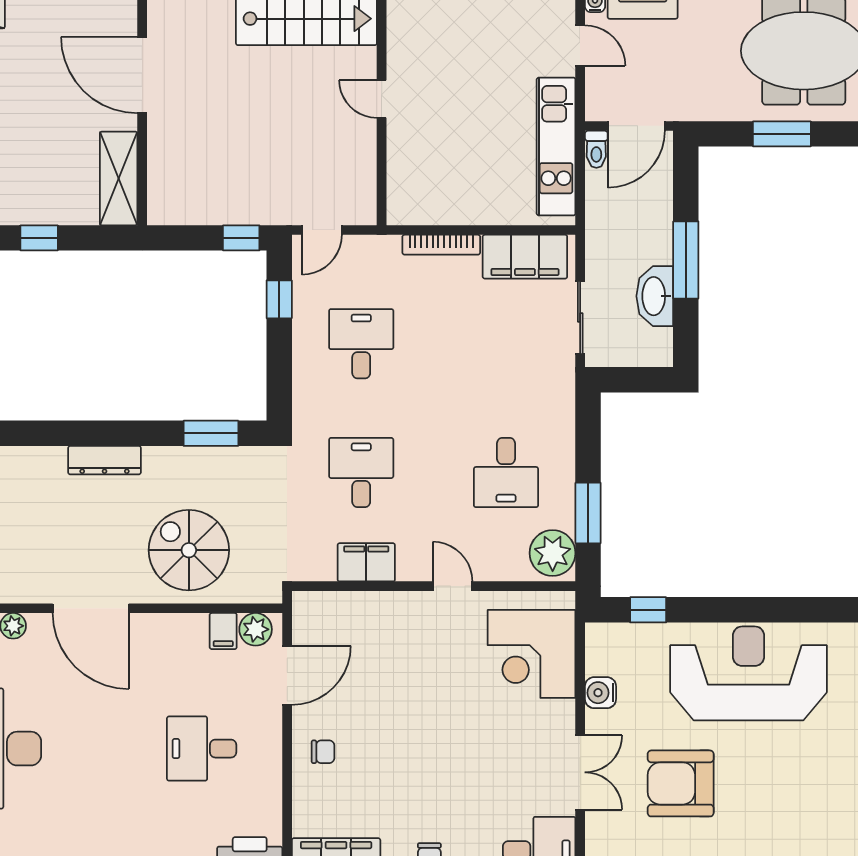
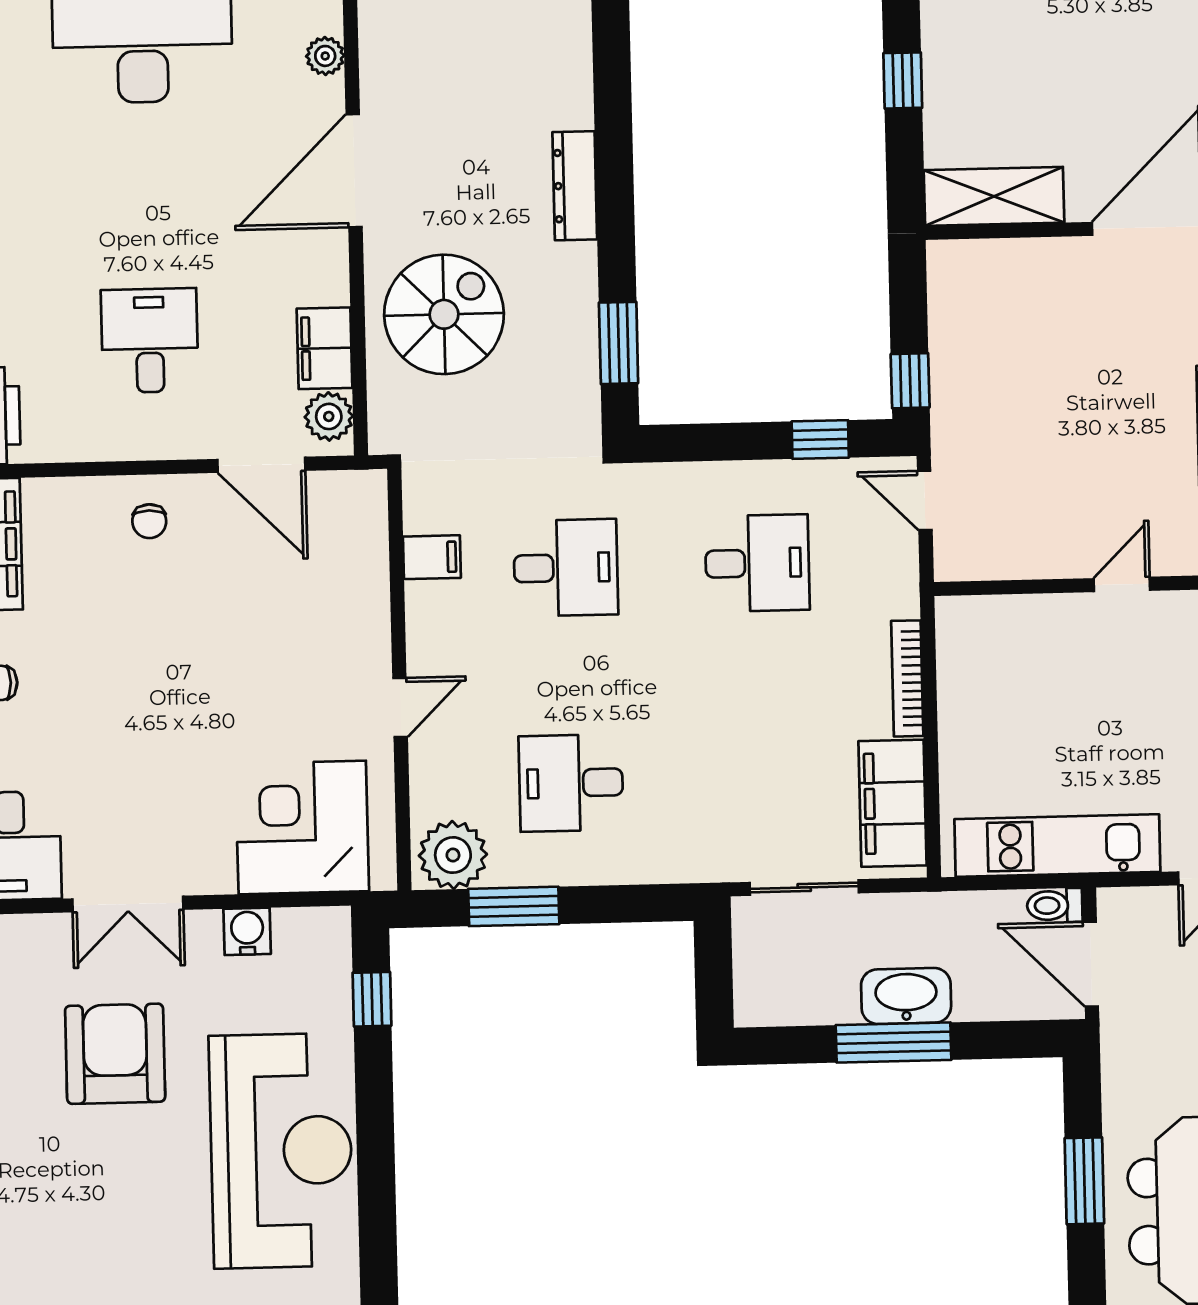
washbasin: (655, 296) -> (906, 996), moved
filing cabinet: (366, 562) -> (432, 557), width x0.50
filing cabinet: (223, 631) -> (325, 348), width x2.00

